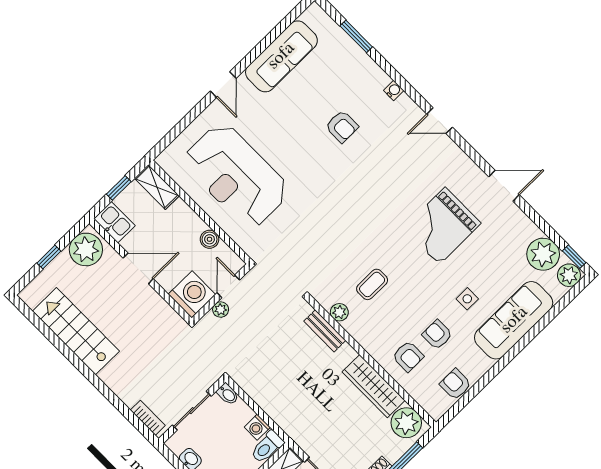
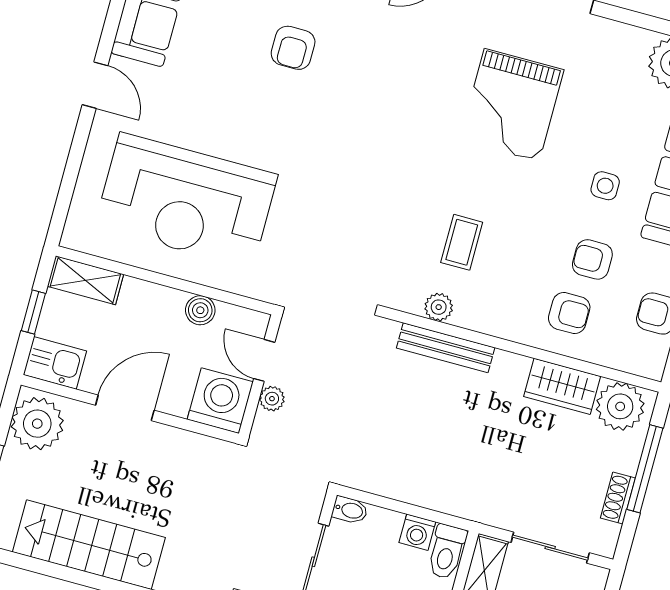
armchair: (342, 127) -> (293, 48), turned 90
bench: (325, 331) -> (446, 348), width x1.36
wardrobe: (374, 386) -> (562, 386), width x0.67

